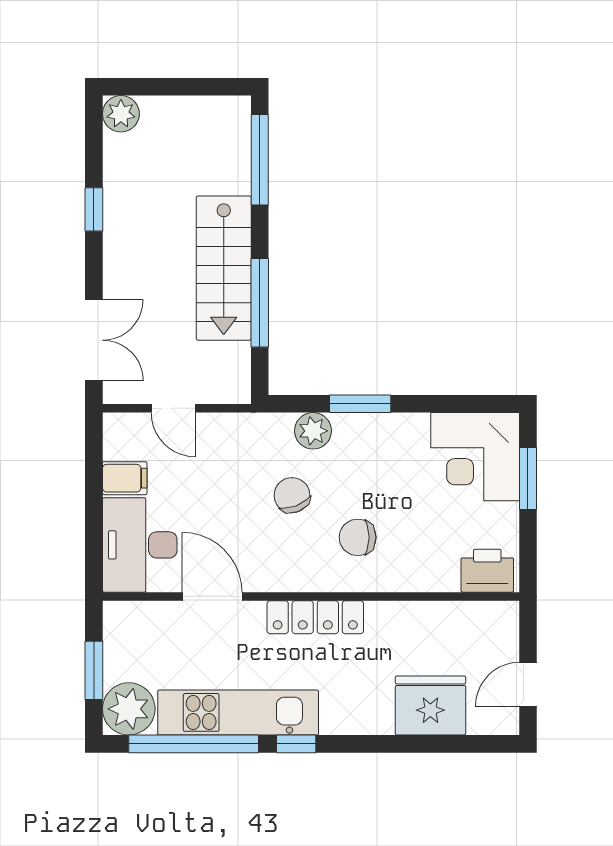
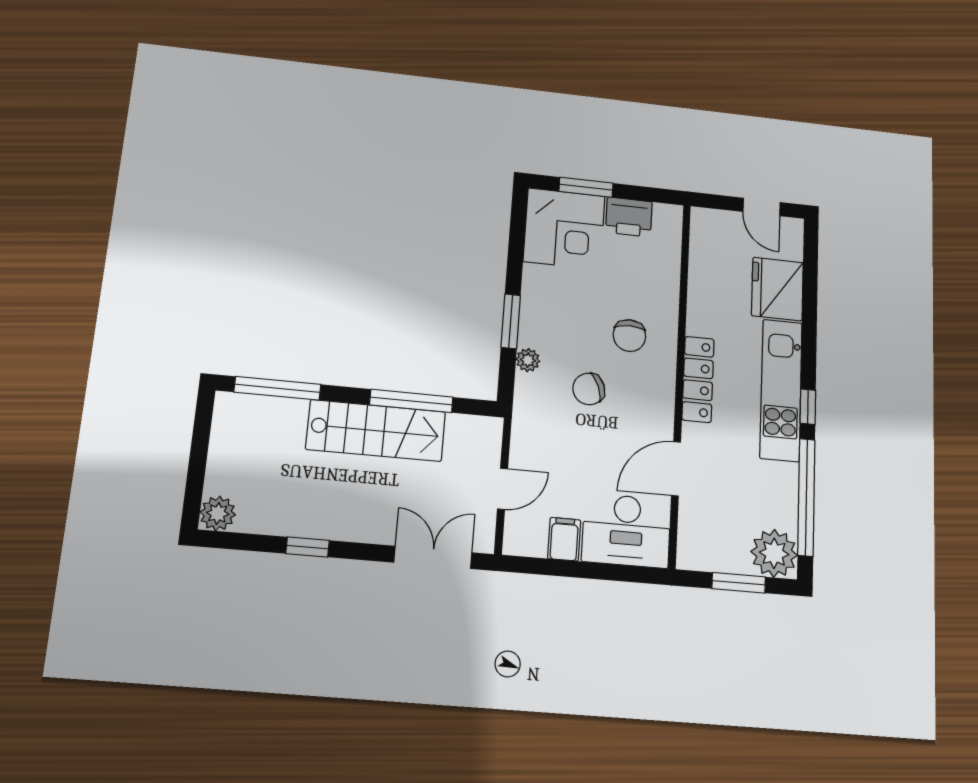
plant: (313, 431) -> (528, 360), width x0.73, depth x0.73
printer: (487, 571) -> (629, 217), moved, turned -90
kitchen unit: (238, 712) -> (781, 390), moved

